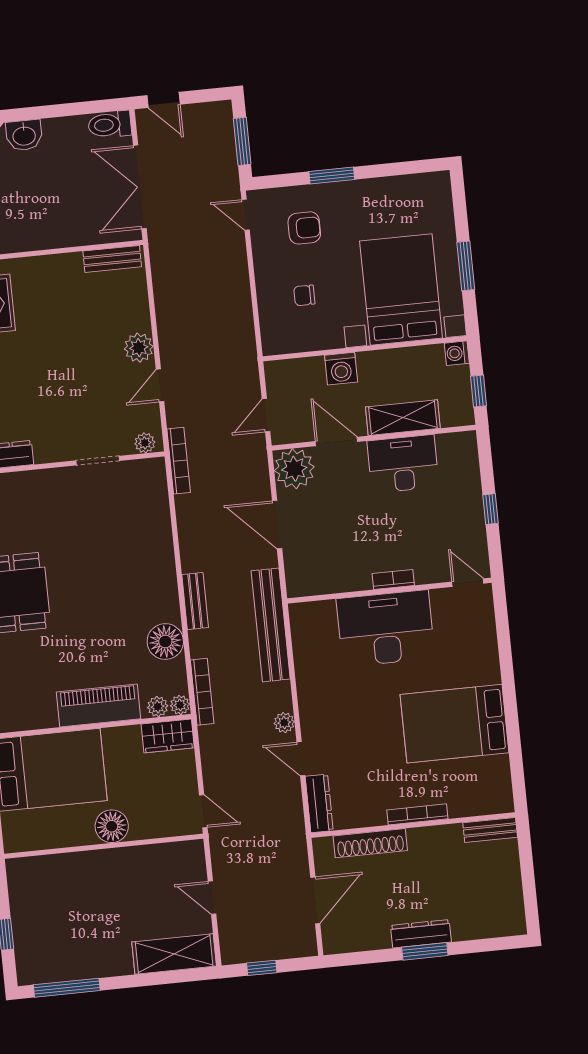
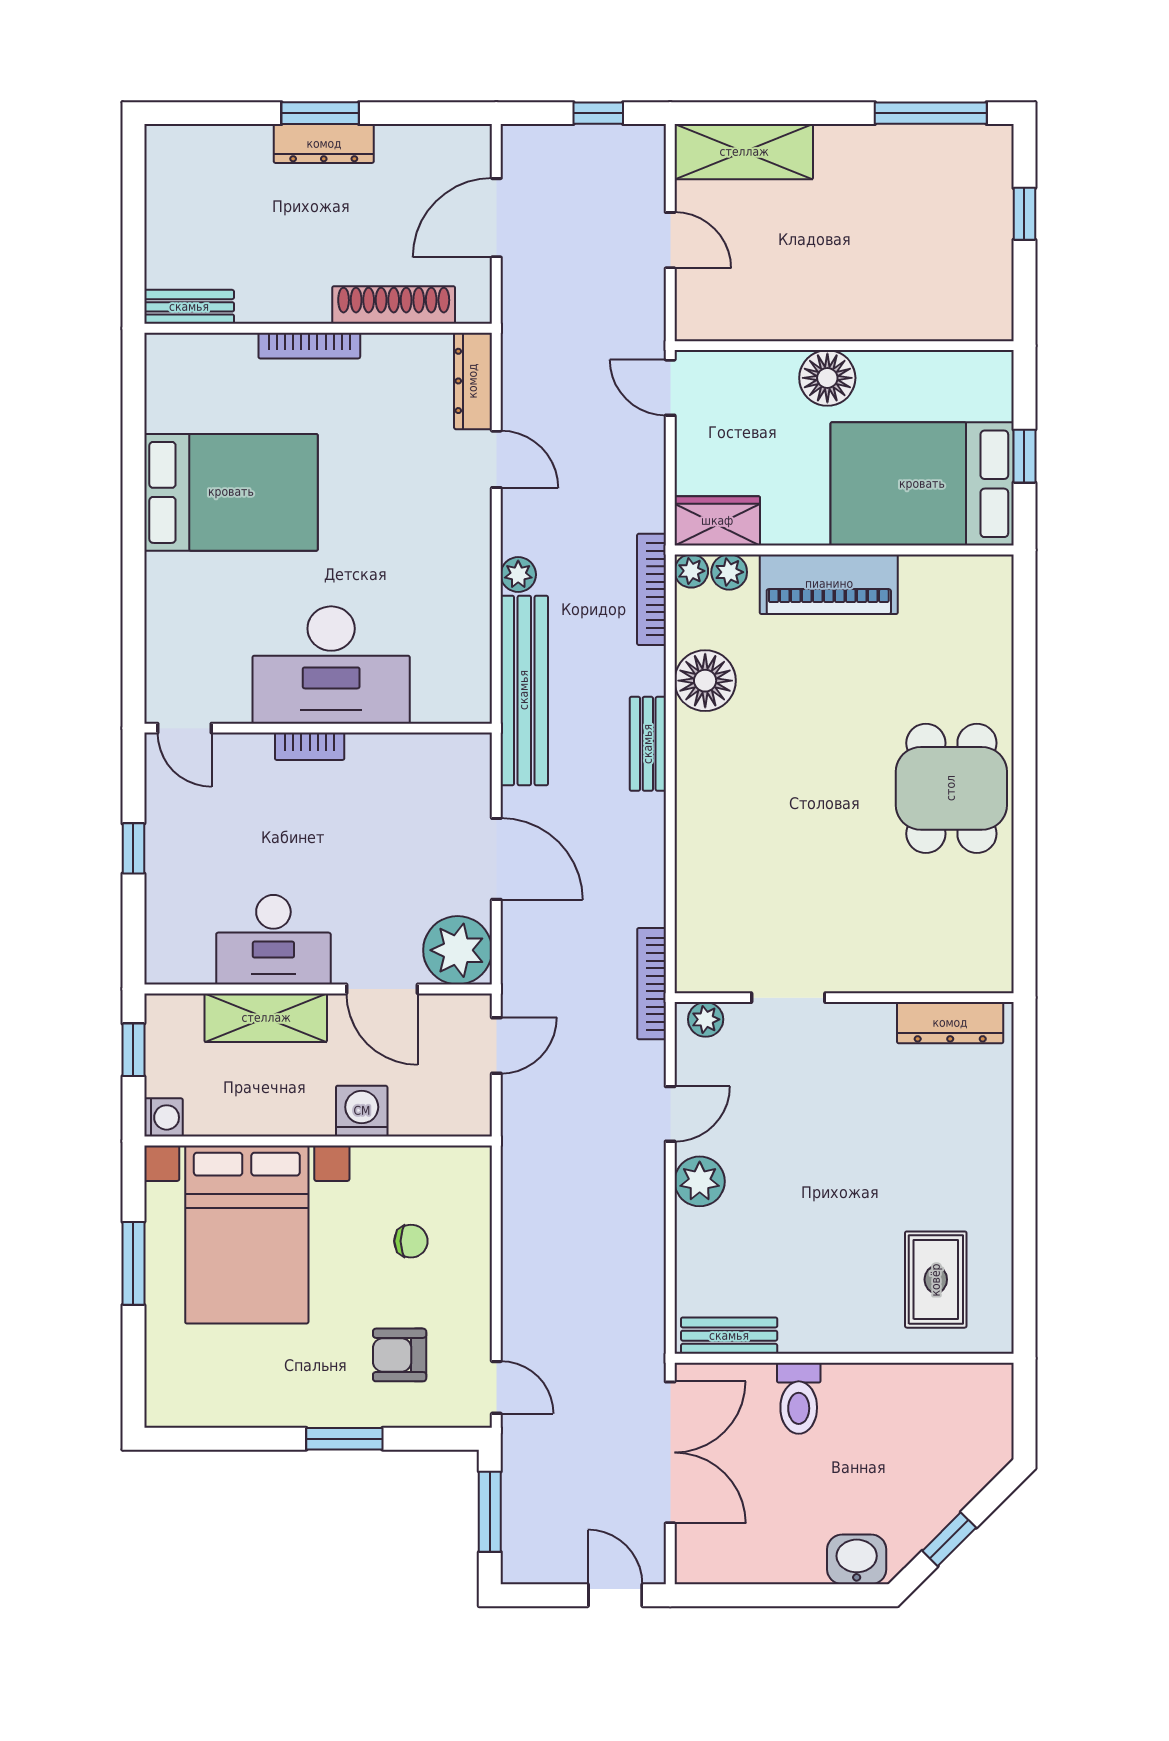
toilet: (110, 125) -> (799, 1398), moved, turned 90
plant: (284, 723) -> (518, 575), moved

